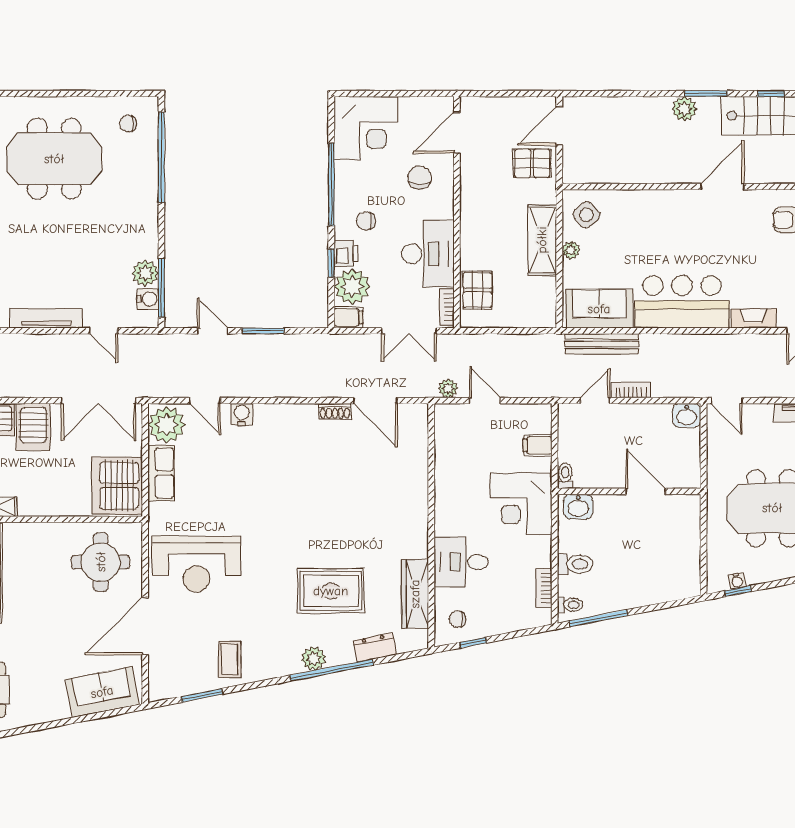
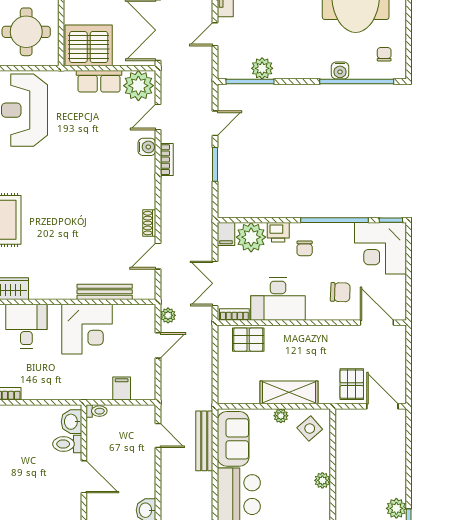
plant: (650, 199) -> (322, 480), added
chair: (366, 221) -> (305, 248), turned 180
window: (331, 263) -> (391, 220), moved
water cooler: (148, 299) -> (340, 70), moved
bookcase: (631, 390) -> (167, 160), moved
door: (375, 401) -> (158, 256), width x0.73
bench: (419, 466) -> (105, 292), added
door: (646, 491) -> (84, 477), hinge flipped
corner desk: (521, 504) -> (87, 329), moved, turned 180
toilet: (575, 564) -> (67, 444), moved, turned 90

